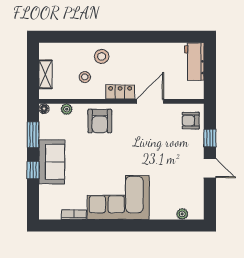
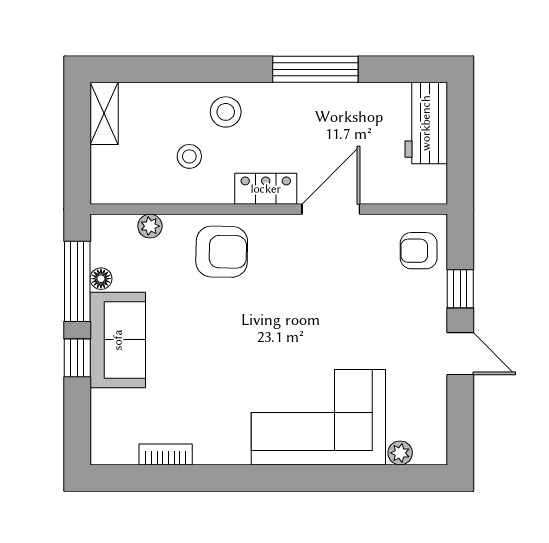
window: (143, 37) -> (315, 69), added
shelving: (45, 74) -> (104, 113), moved
floor lamp: (44, 109) -> (101, 279), moved
armchair: (100, 121) -> (222, 252), turned -89
window: (33, 135) -> (77, 281), width x1.44
corner sofa: (118, 197) -> (318, 417), moved

